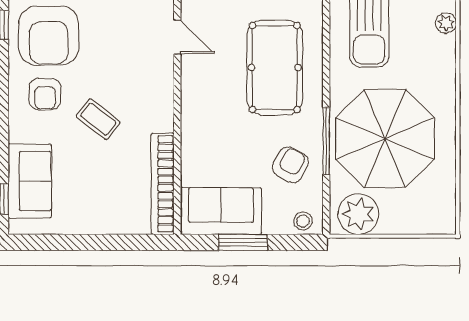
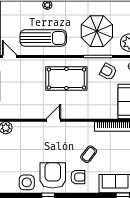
armchair: (49, 36) -> (53, 175), turned -90
parasol: (385, 139) -> (97, 31), width x0.73, depth x0.73

